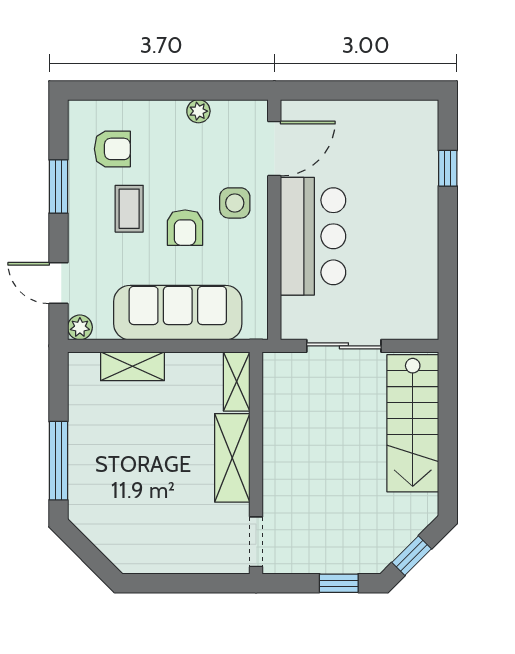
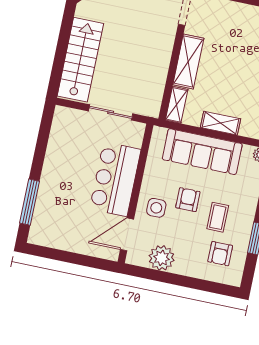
plant: (198, 111) -> (162, 258), width x1.88, depth x1.88
armchair: (112, 149) -> (220, 254), turned -90
window: (448, 168) -> (30, 202), width x2.17
shelving: (132, 366) -> (220, 123), moved

